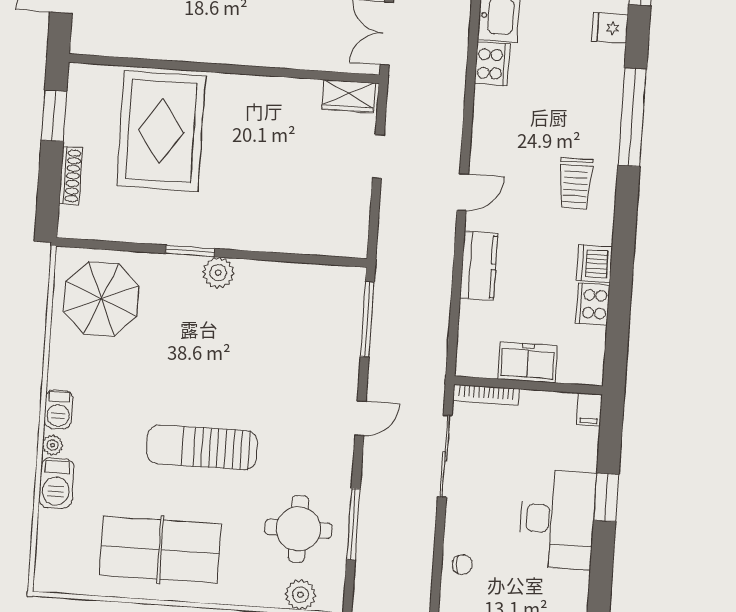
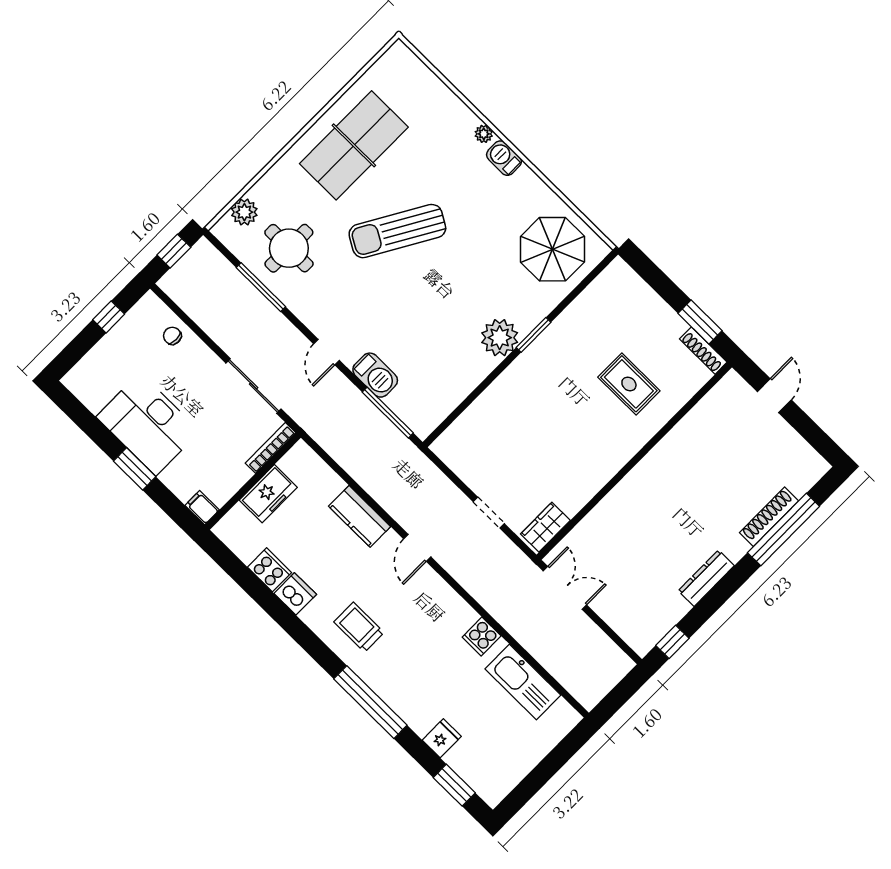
cooker: (492, 64) -> (482, 637), width x0.73
rug: (161, 131) -> (629, 384), width x0.54, depth x0.49
shoe rack: (71, 176) -> (703, 351), moved
plant: (218, 273) -> (500, 338), width x1.36, depth x1.36
sun lounger: (202, 447) -> (397, 231), turned -150
barbecue: (56, 483) -> (375, 375), moved, turned 180
chair: (462, 565) -> (172, 336), turned 90

